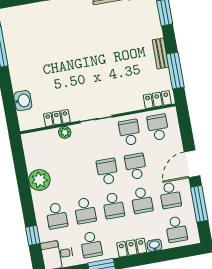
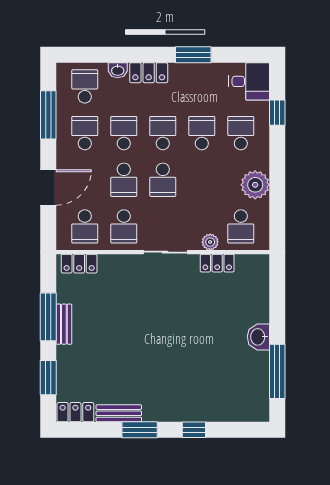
window: (175, 71) -> (48, 317), moved
washbasin: (23, 101) -> (258, 337), moved
door: (192, 164) -> (48, 187), moved
school desk: (91, 245) -> (241, 226), moved, turned 180

